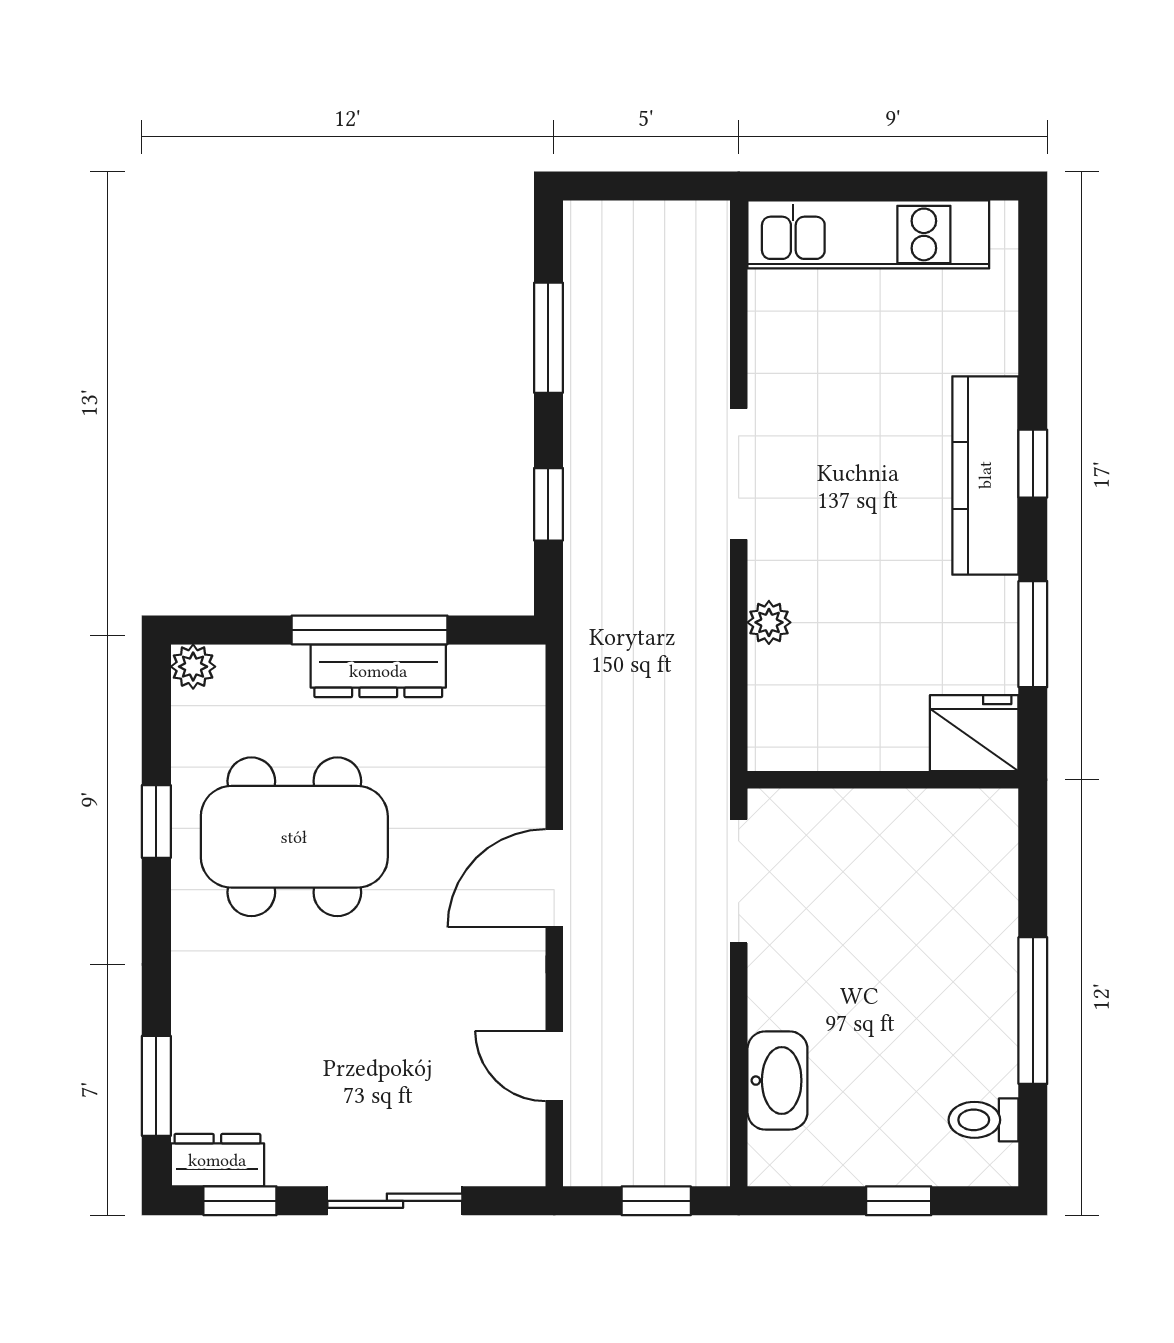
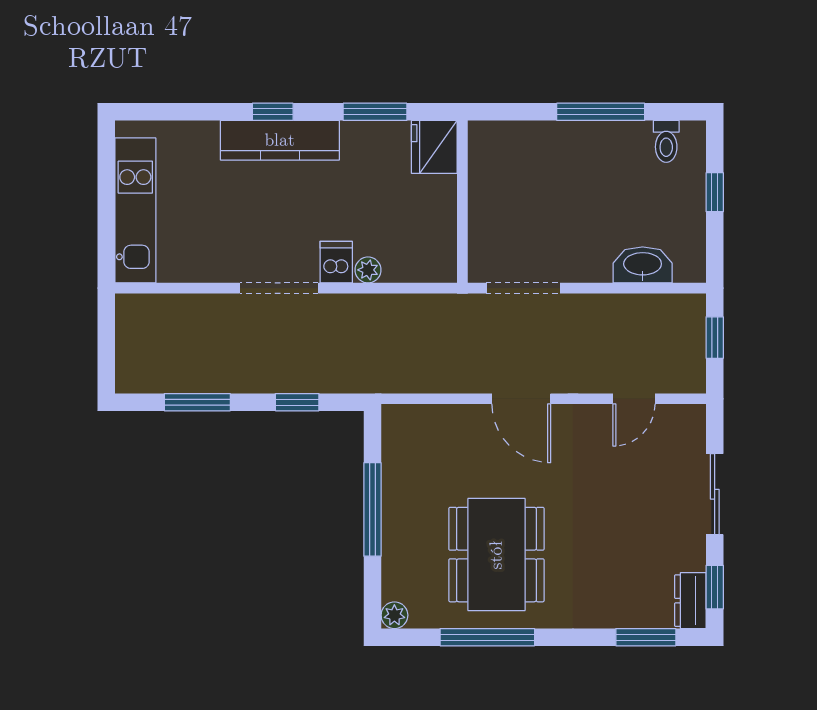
dishwasher: (782, 569) -> (336, 262), added
dresser: (378, 671) -> (397, 504), removed
window: (156, 822) -> (487, 637), width x2.17

